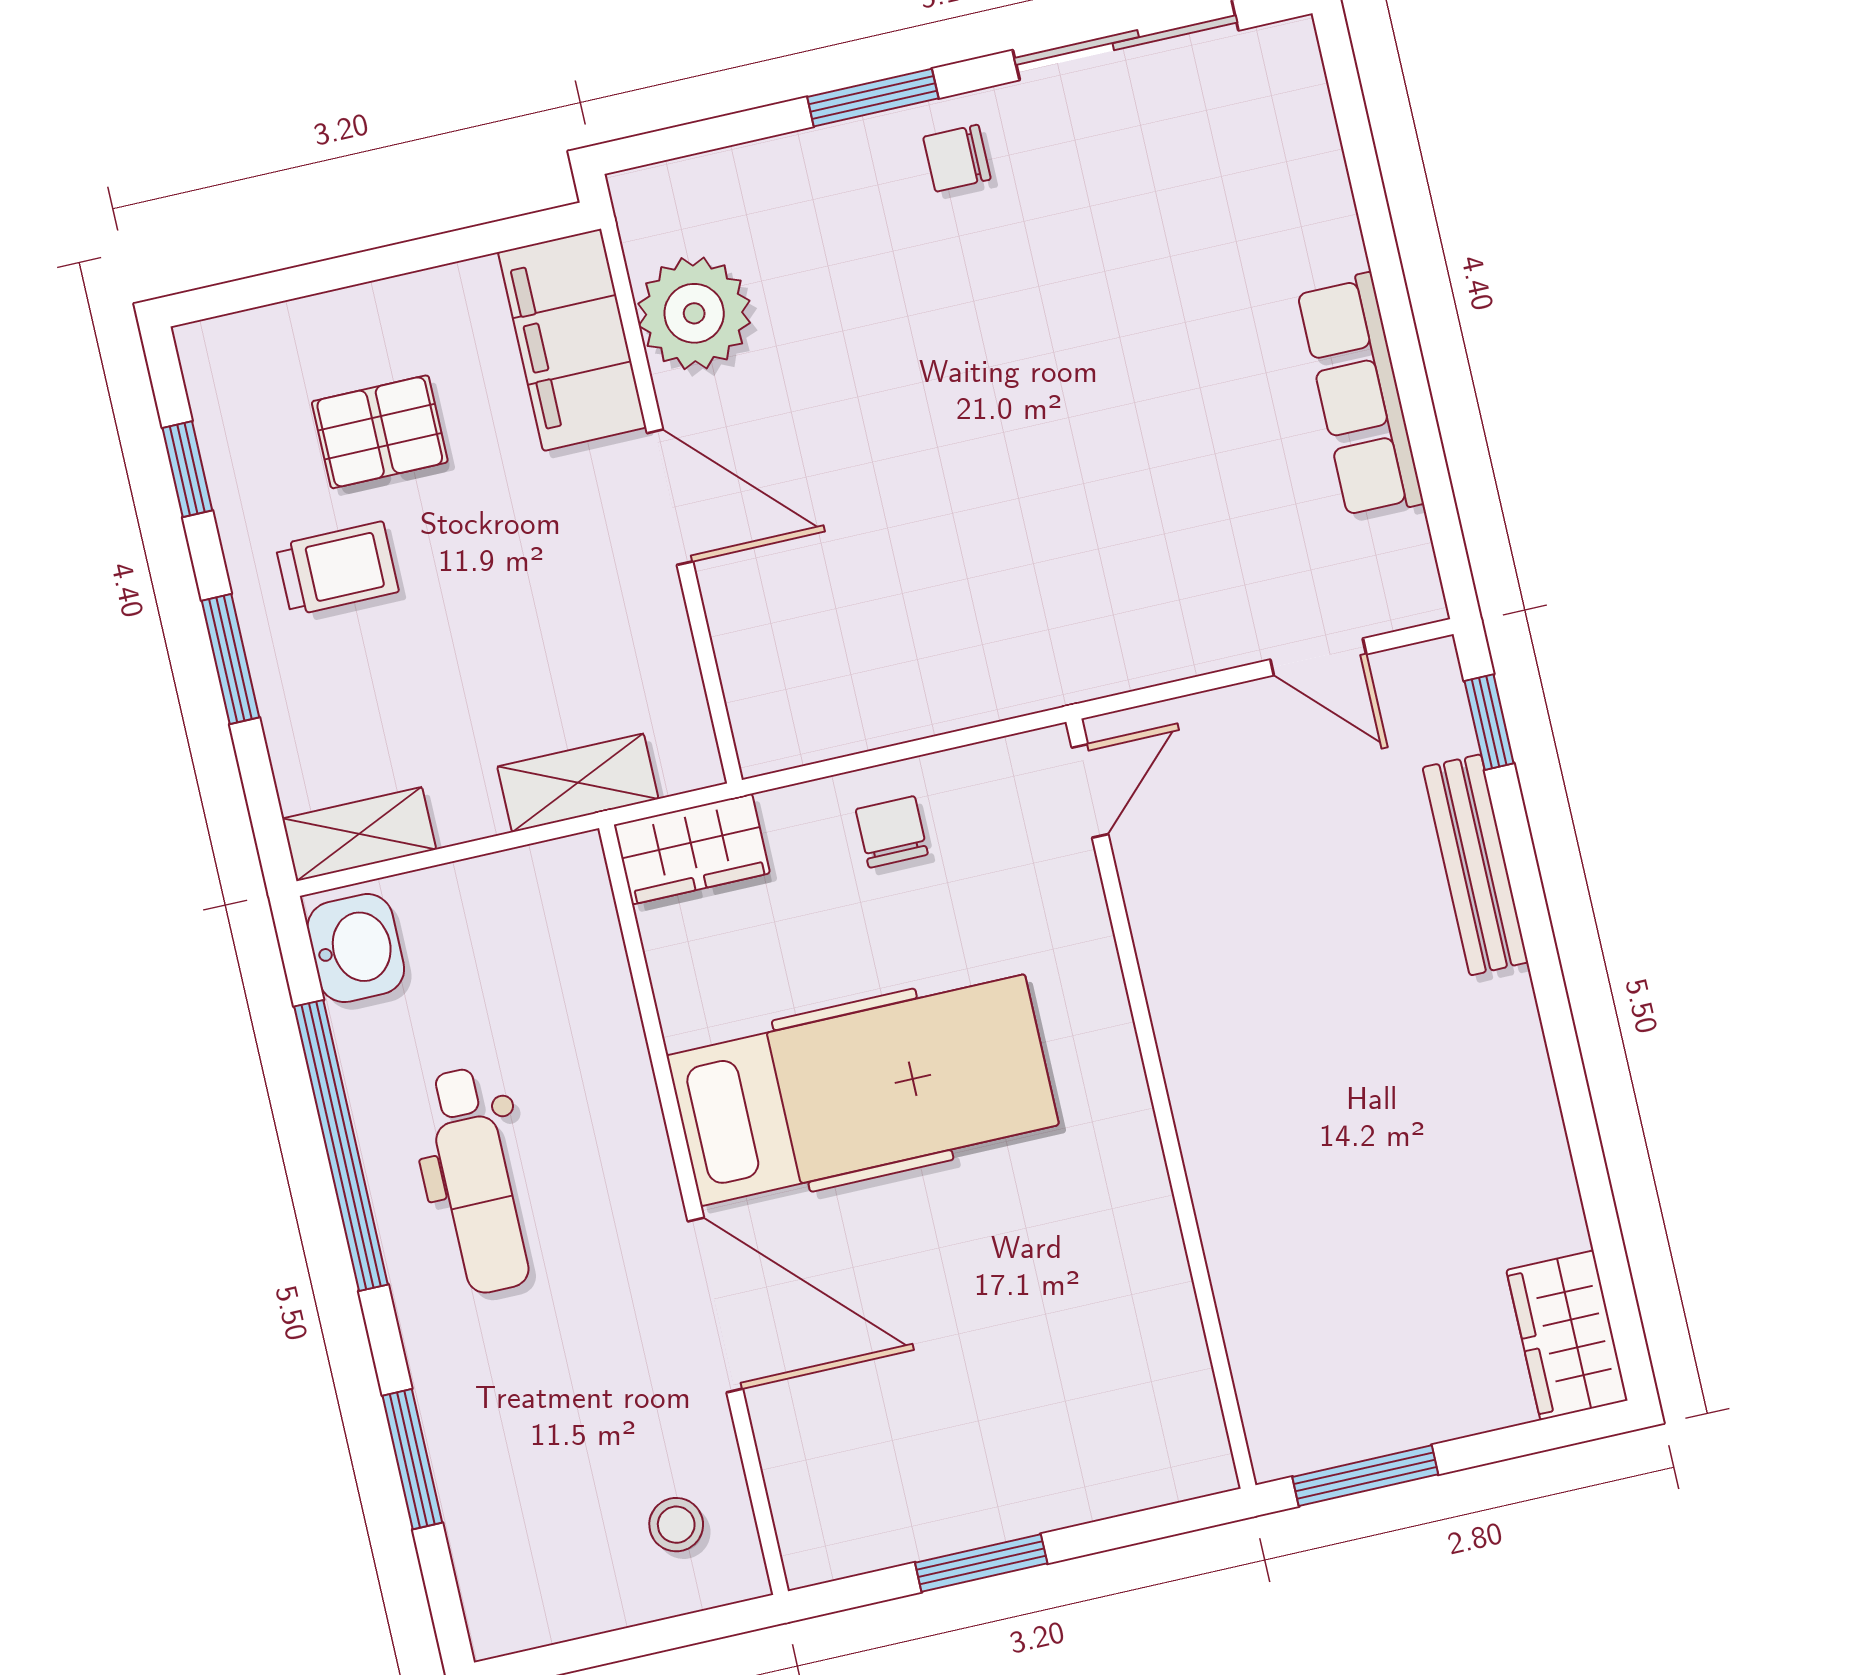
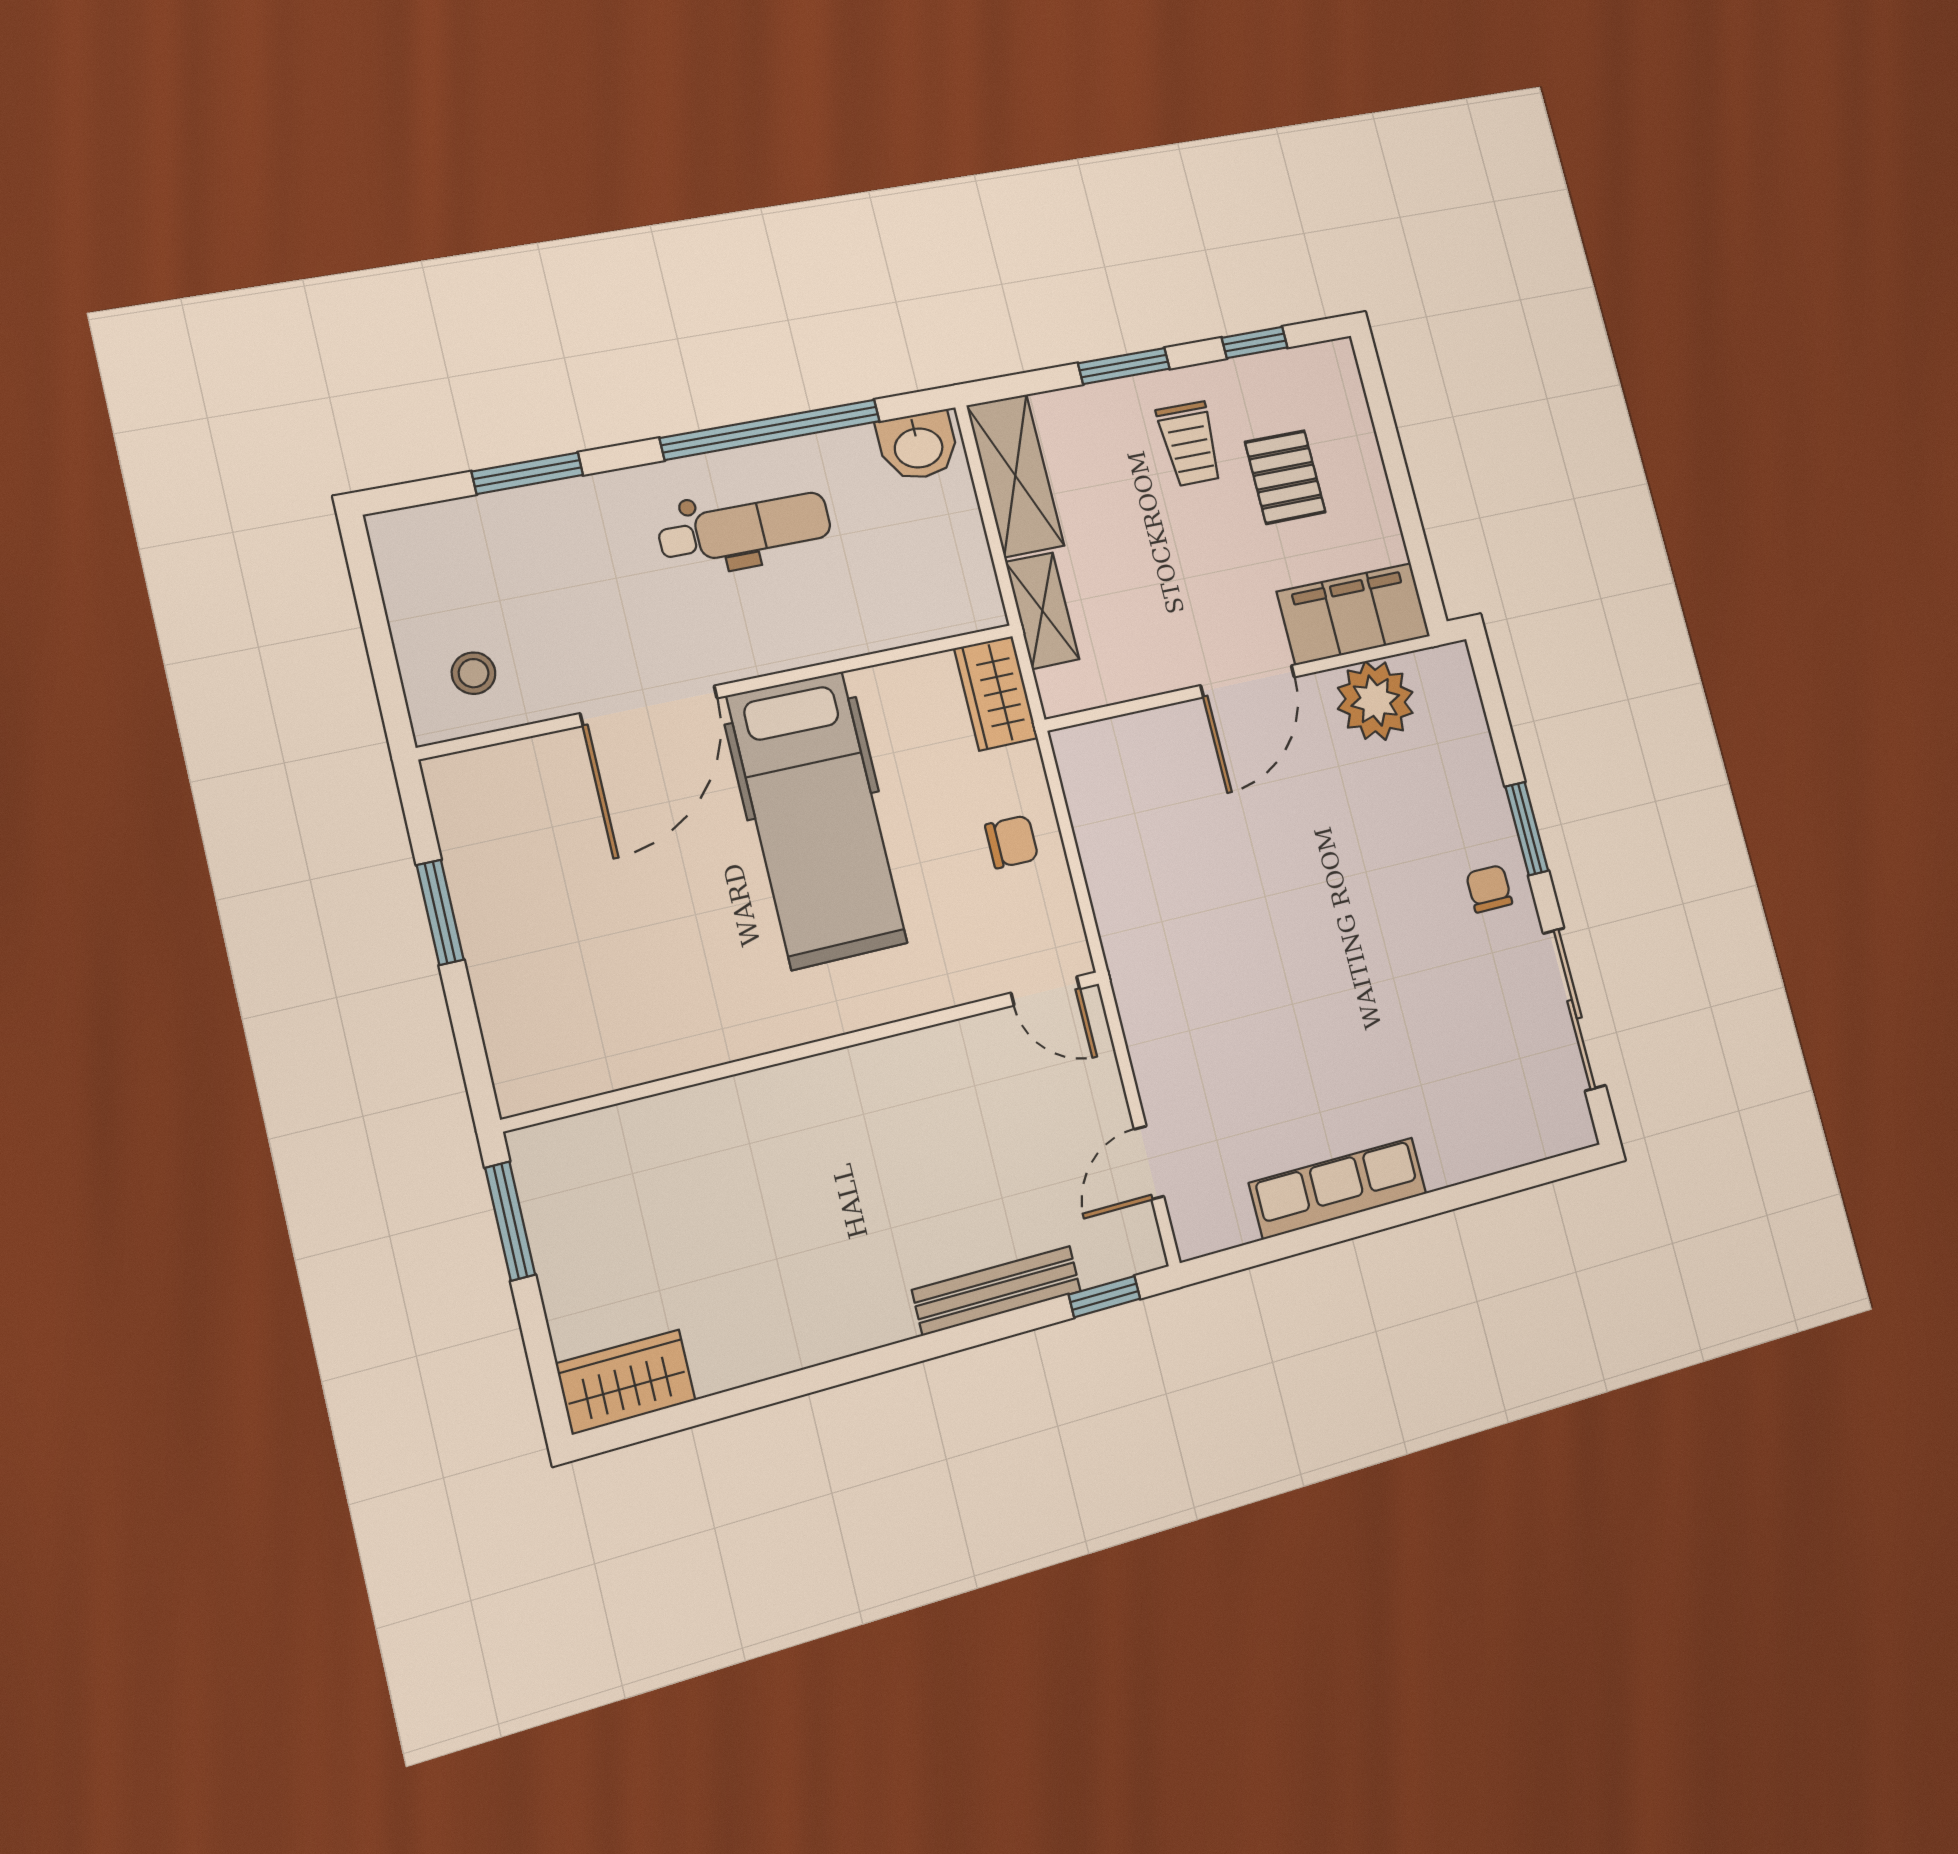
shelving: (359, 834) -> (1015, 476), width x1.50, depth x1.33
dental chair: (477, 1181) -> (745, 529), turned 180

